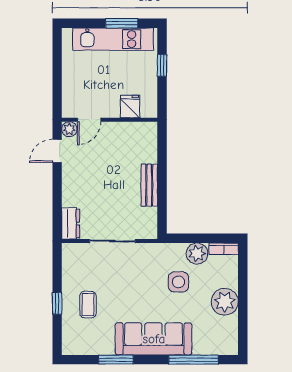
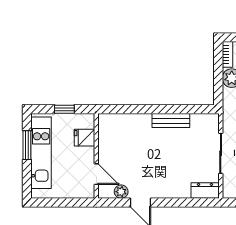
fridge: (130, 106) -> (85, 138), moved
door: (89, 120) -> (96, 174), moved
wall: (110, 120) -> (96, 156), moved

